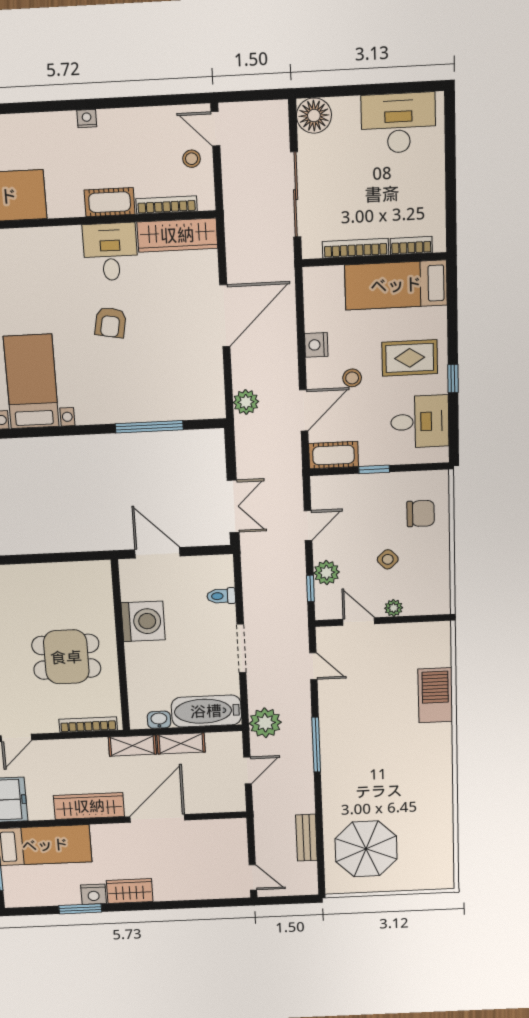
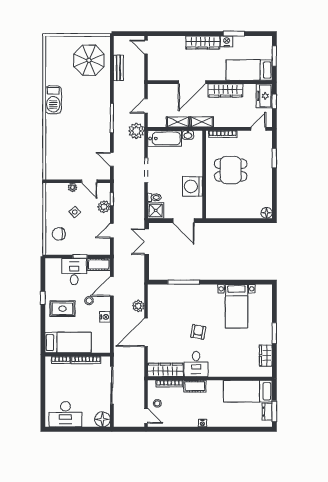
plant: (246, 402) -> (138, 306), moved
desk: (420, 422) -> (74, 272), moved, turned 90
shower: (217, 570) -> (156, 210), added
barbecue: (435, 695) -> (53, 100), moved
wardrobe: (130, 891) -> (203, 42), width x1.50

